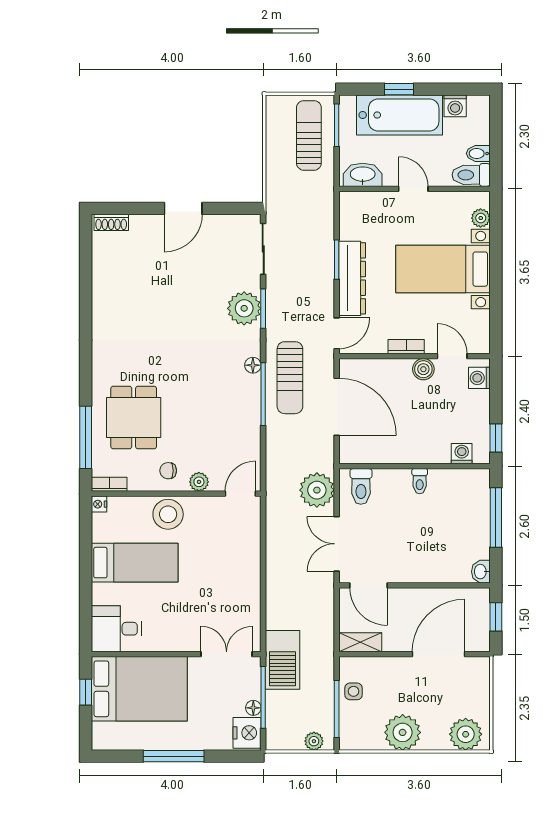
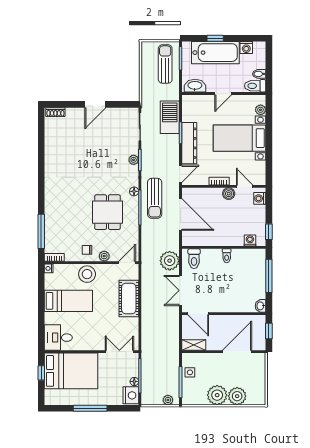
door: (413, 189) -> (223, 94), swing flipped
plant: (244, 308) -> (134, 160), width x0.53, depth x0.53
dining table: (134, 417) -> (107, 212), moved
cot: (243, 558) -> (129, 298), added
barbecue: (283, 660) -> (170, 117), moved, turned 180
plant: (466, 734) -> (237, 396), moved

